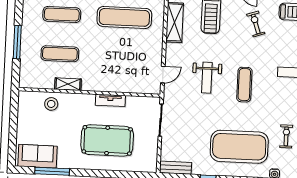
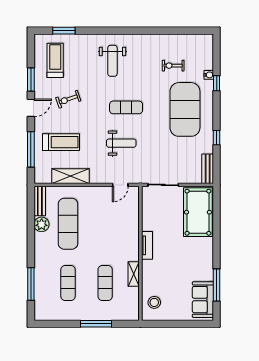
door: (163, 75) -> (120, 185), swing flipped
tv unit: (110, 100) -> (147, 245), moved
stool: (51, 104) -> (154, 302), moved
pool table: (107, 140) -> (198, 212), moved

